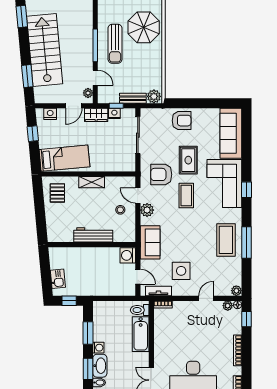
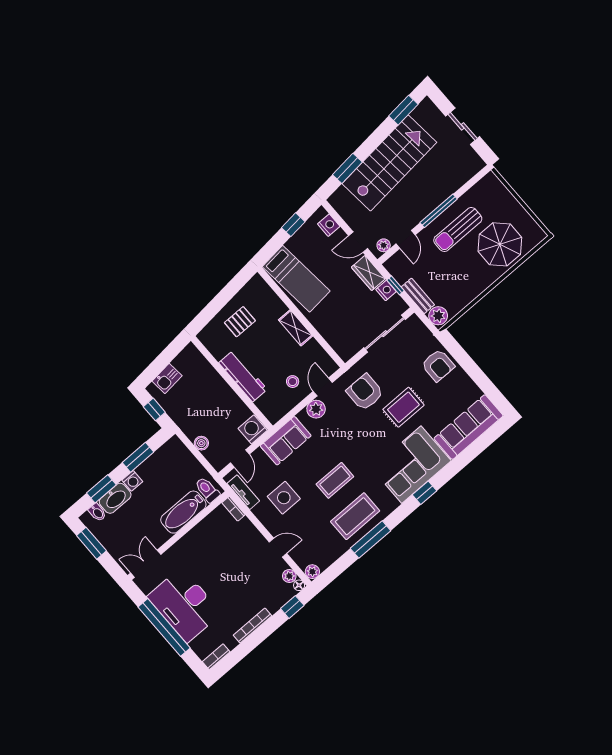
pallet: (57, 193) -> (240, 322), moved
coffee table: (186, 195) -> (335, 480), moved
boiler: (111, 291) -> (201, 443), added

